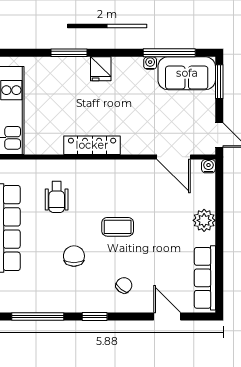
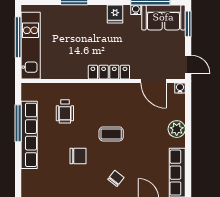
fridge: (101, 69) -> (115, 14), moved
locker: (92, 145) -> (109, 72), moved
chair: (74, 256) -> (78, 156), turned 90

